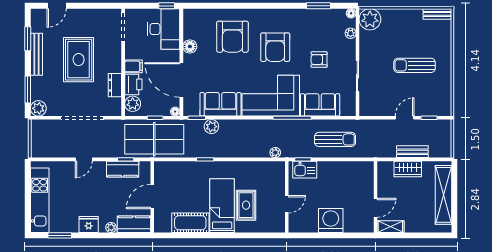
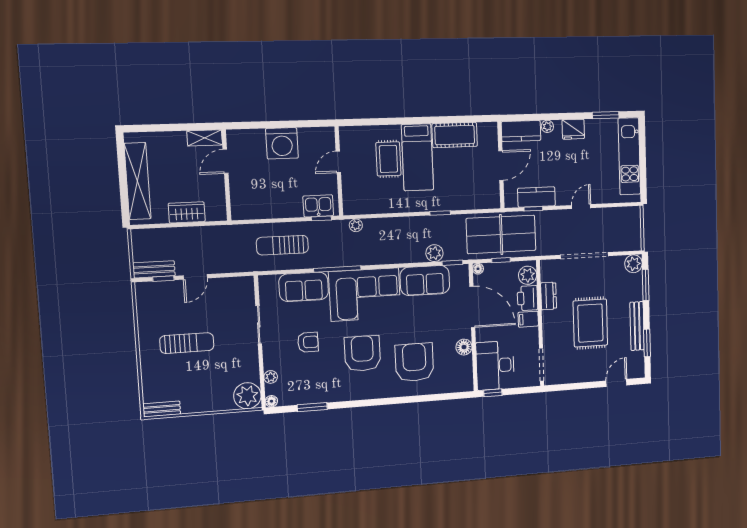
bench: (412, 152) -> (154, 269), moved

